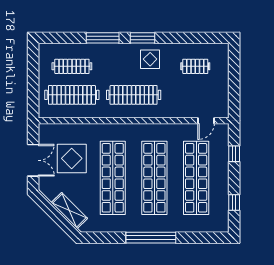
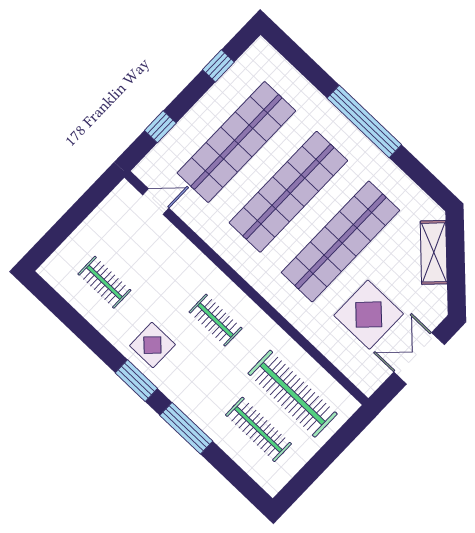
clothes rail: (134, 95) -> (216, 320), width x0.54, depth x0.76

